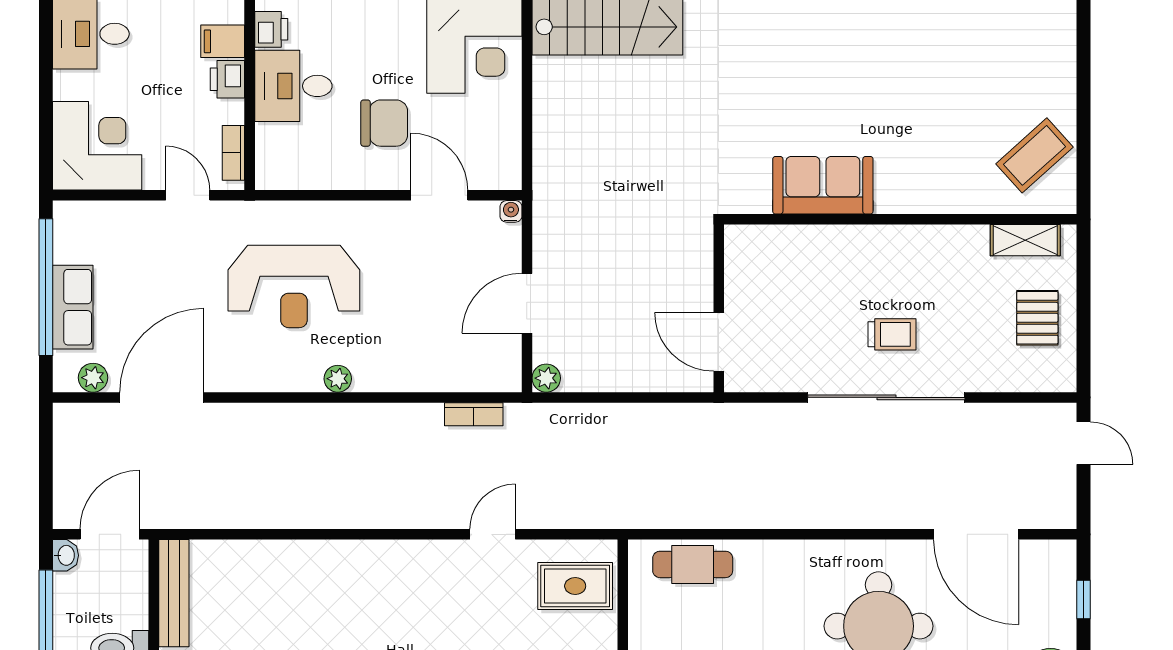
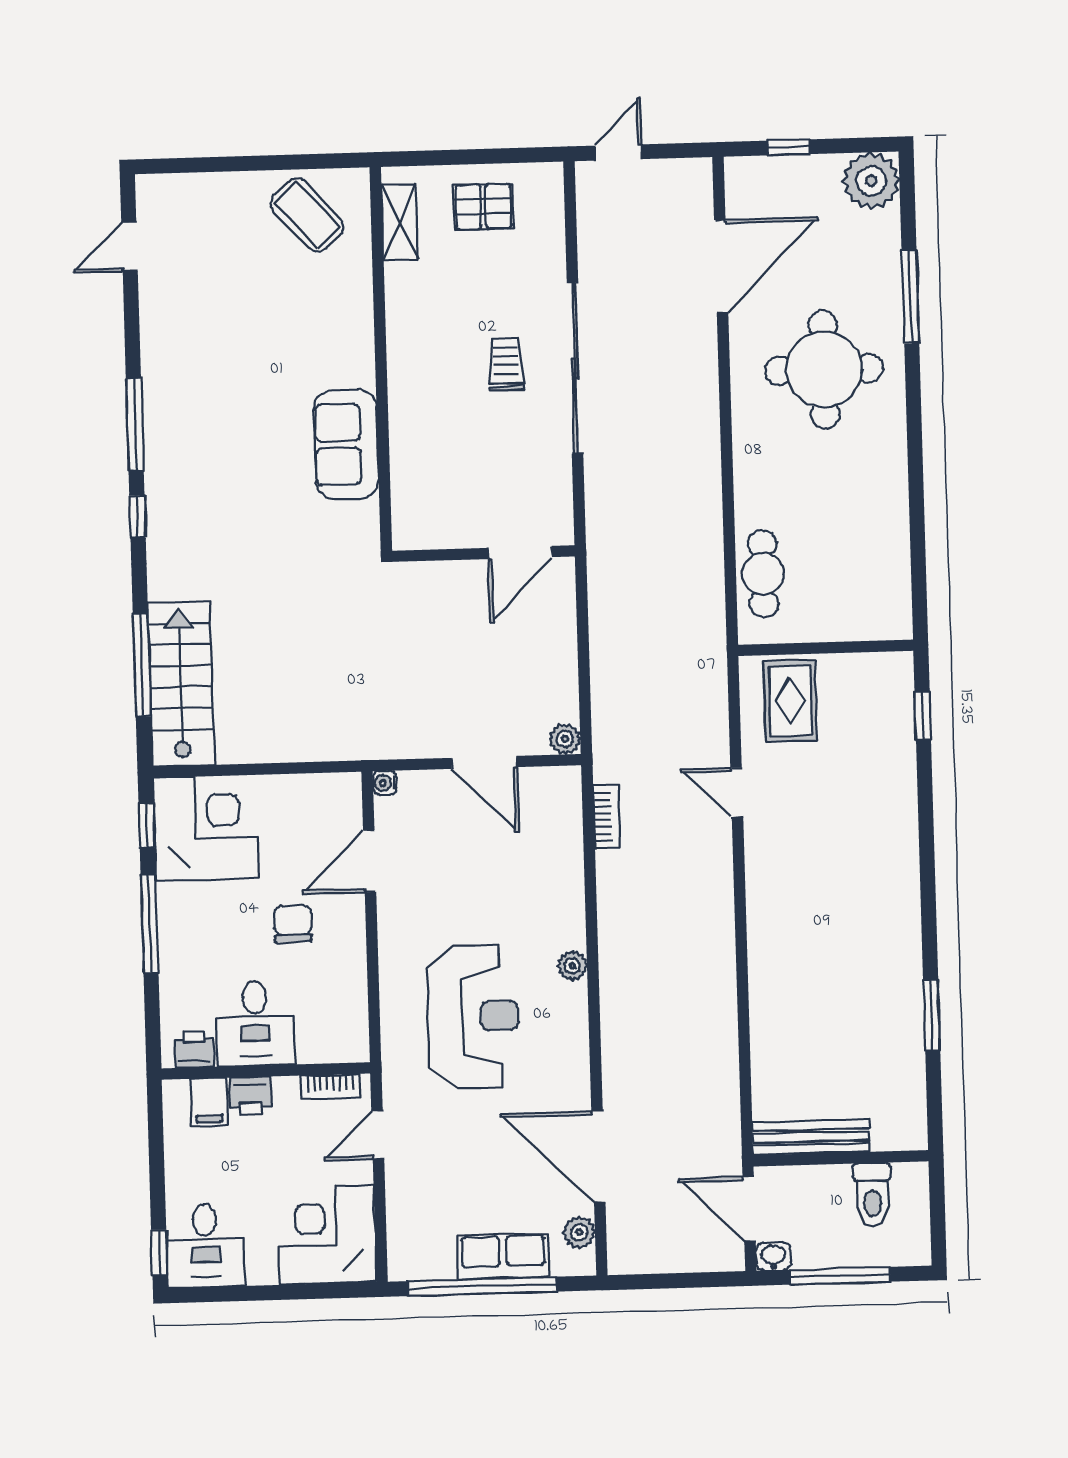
chair: (384, 123) -> (293, 924), width x0.73, depth x0.73

